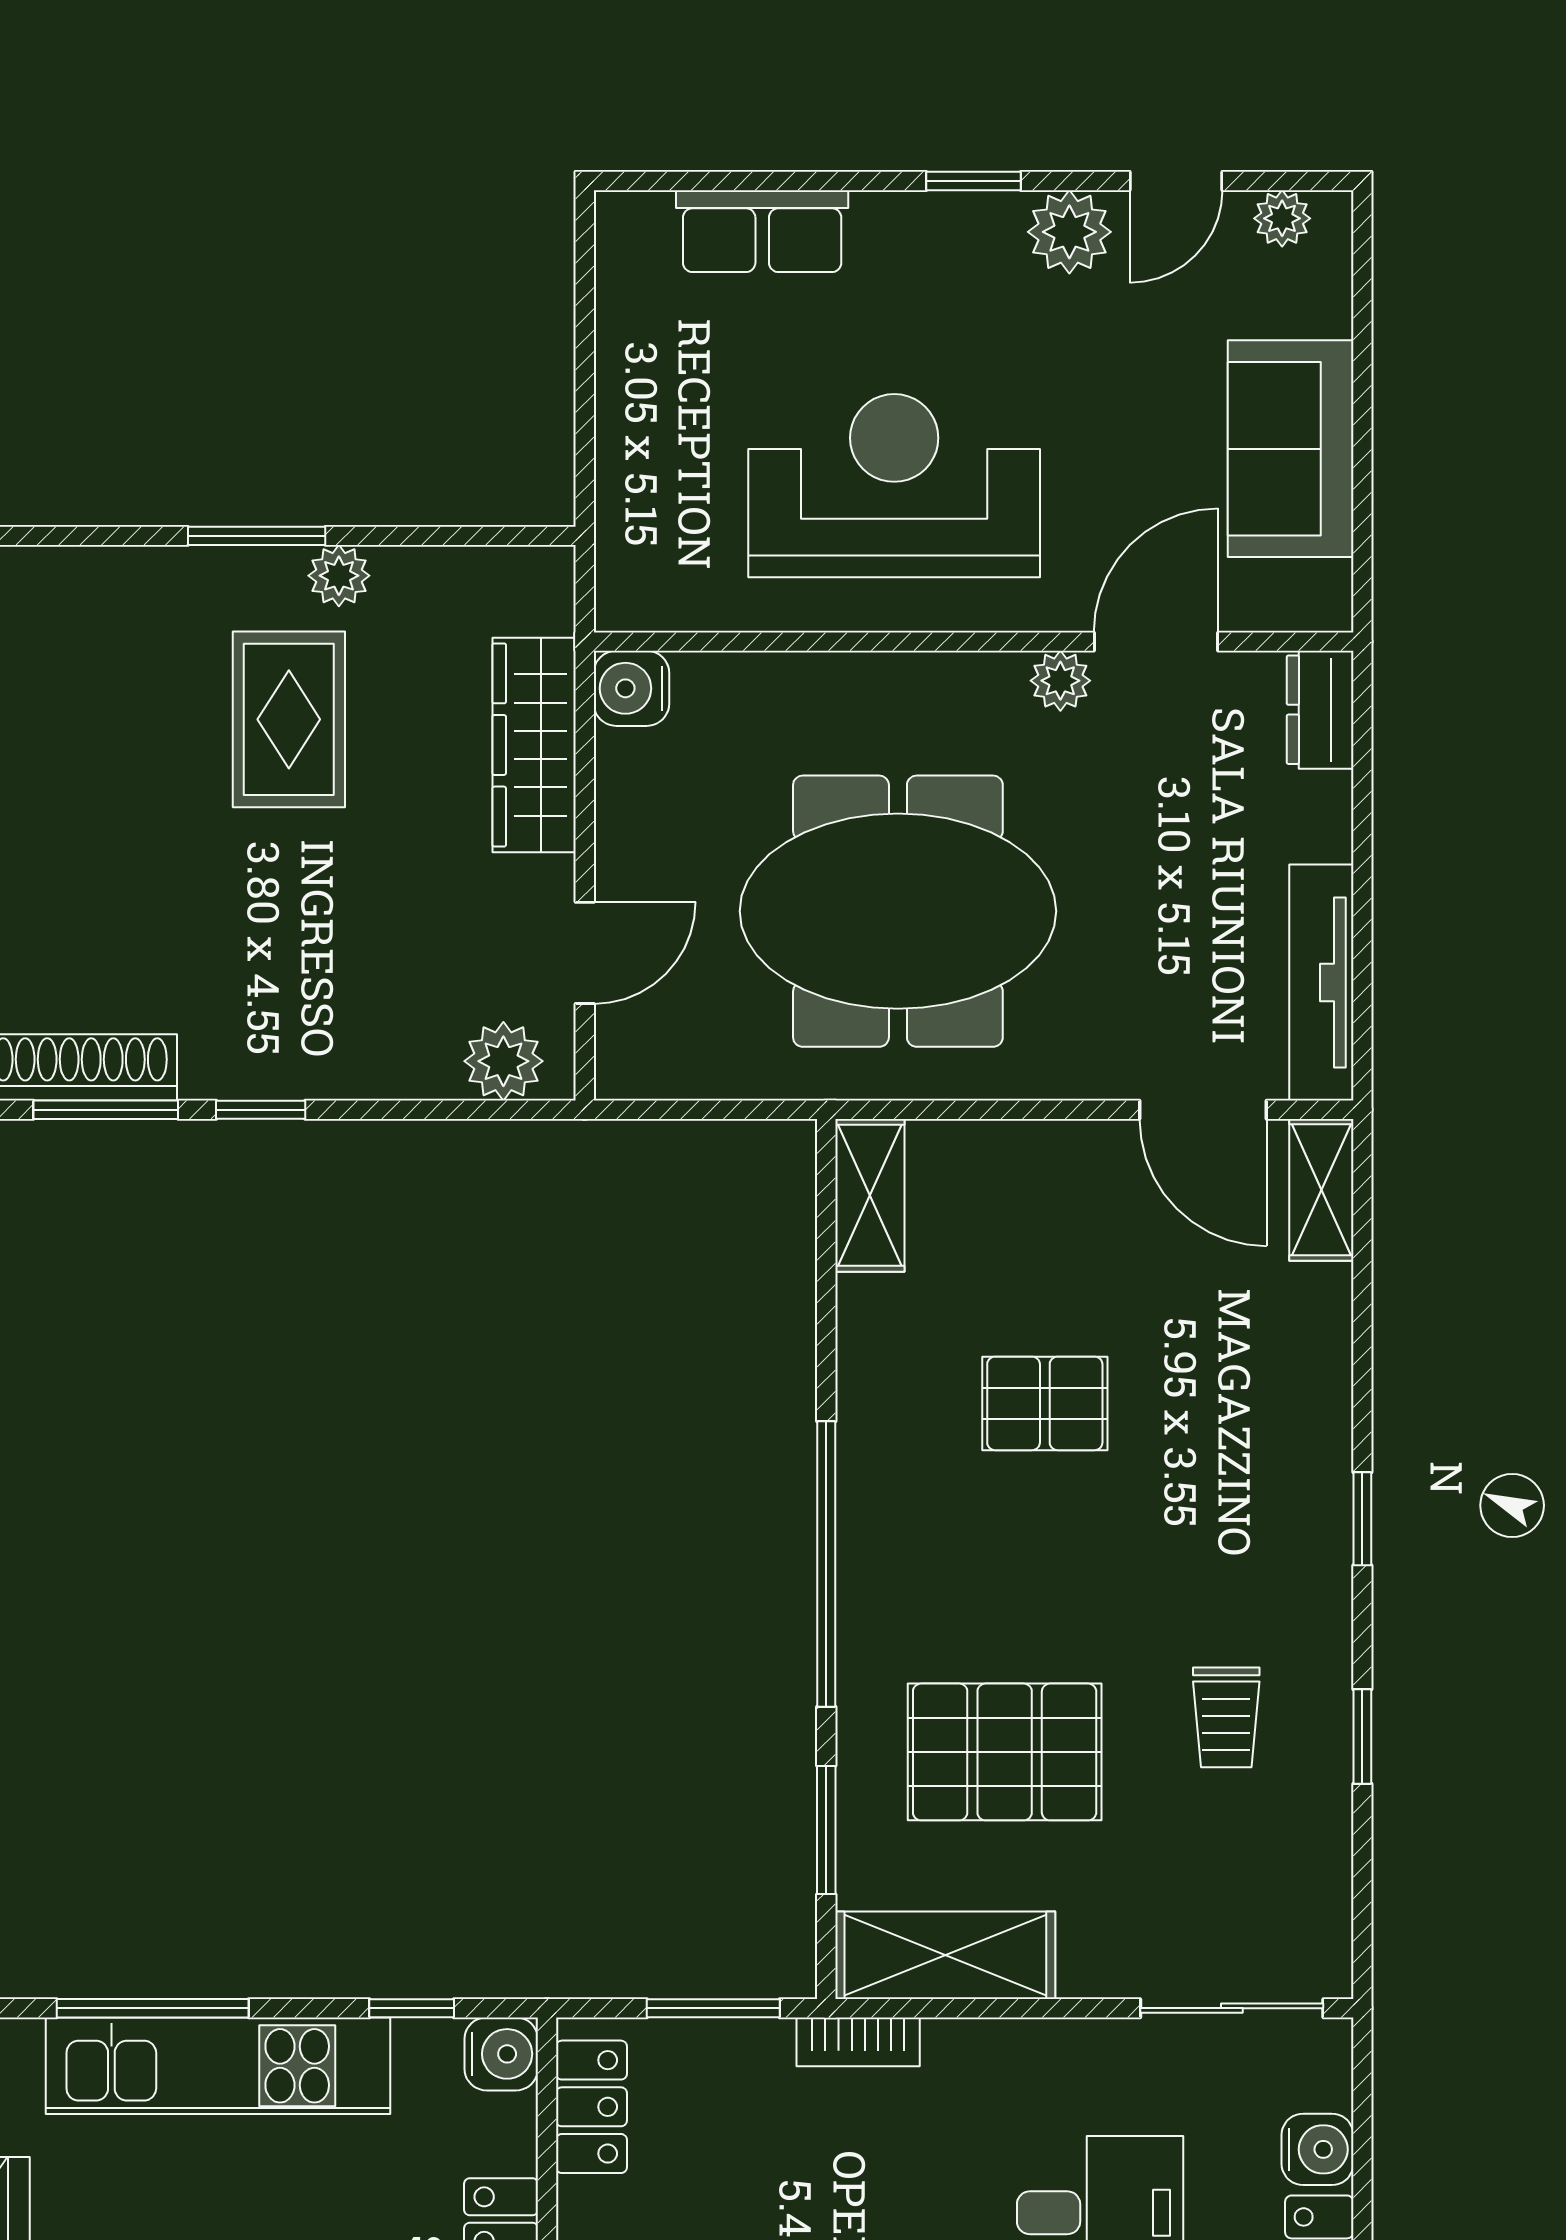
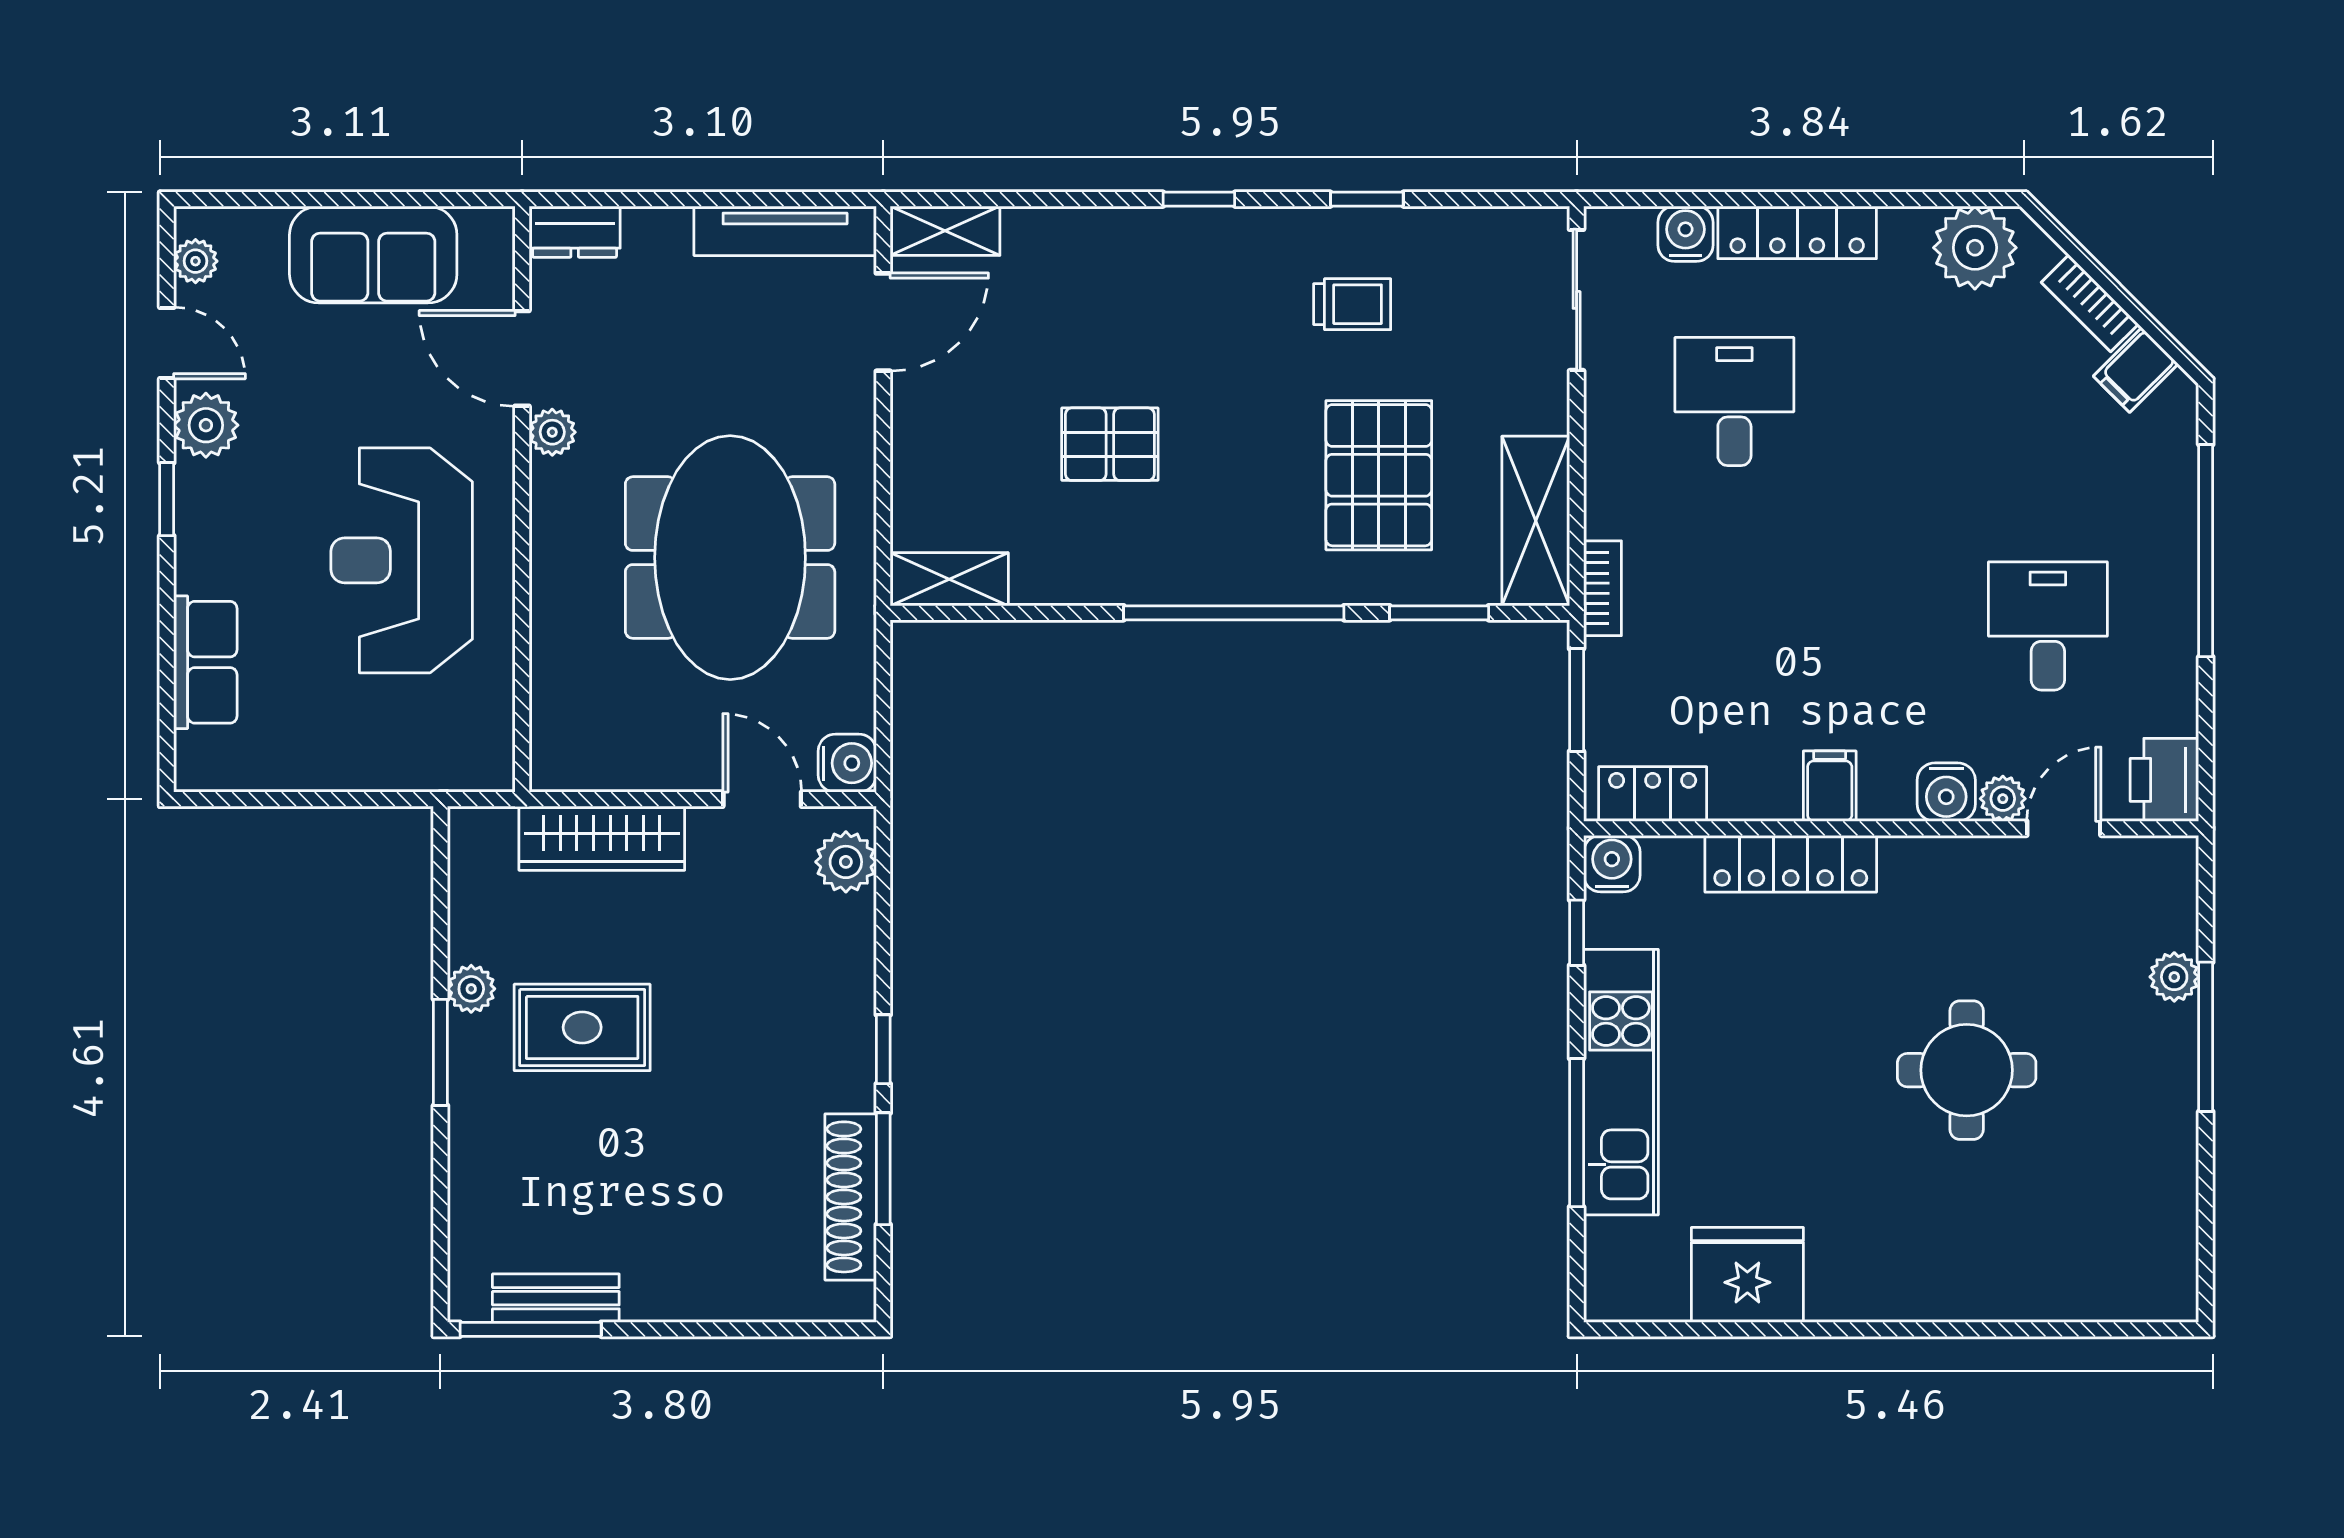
water cooler: (631, 688) -> (847, 763), moved, turned -90
pallet: (1045, 1403) -> (1110, 444), turned 90

